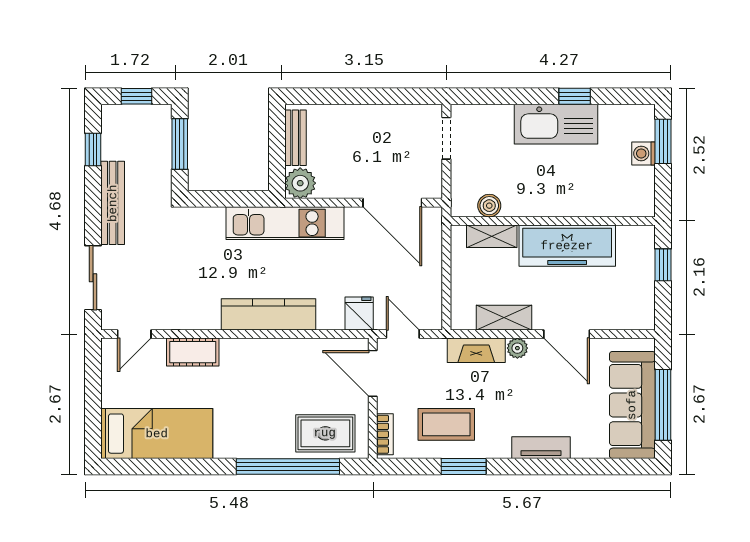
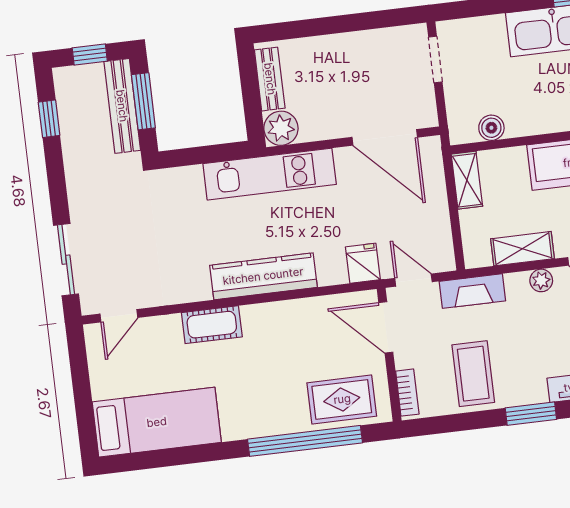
bench: (113, 203) -> (122, 106), moved
shelving: (492, 236) -> (467, 180), moved, turned 90
fireplace: (476, 350) -> (472, 291), moved
cot: (193, 352) -> (212, 325), moved
coffee table: (446, 424) -> (473, 374), turned 90
window: (464, 467) -> (531, 414), moved

